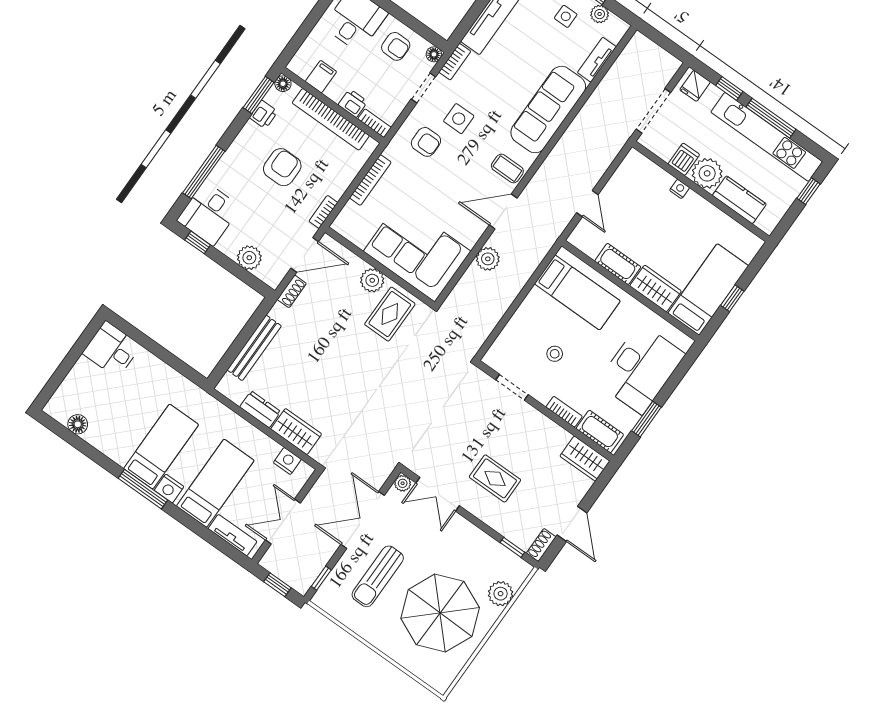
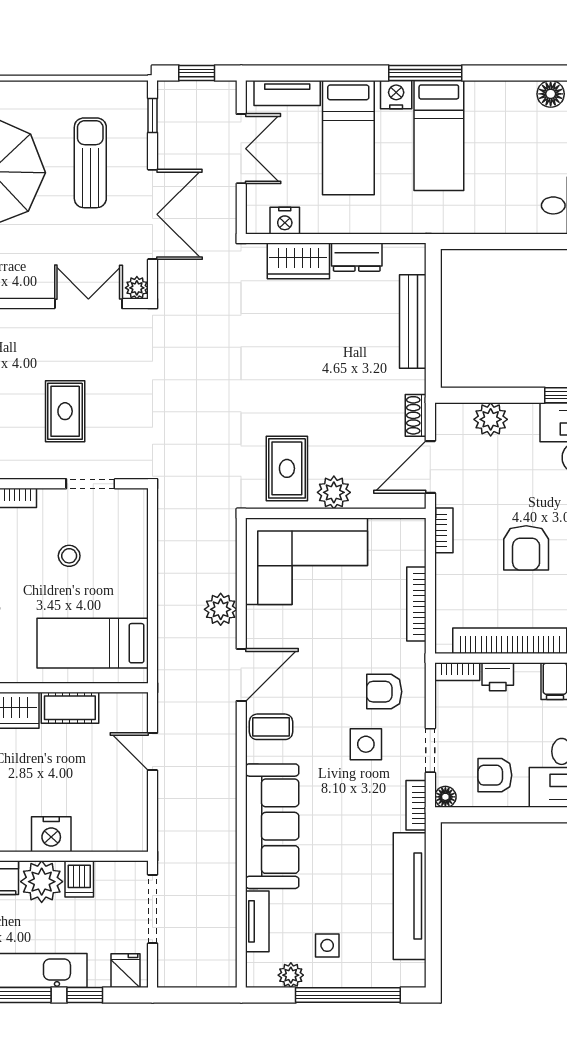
nightstand: (680, 189) -> (51, 834), width x1.89, depth x1.79
rug: (495, 478) -> (65, 411), moved, turned 90

